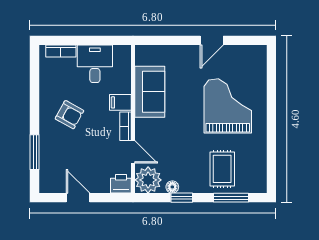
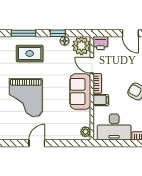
plant: (142, 57) -> (85, 132), added
desk: (95, 64) -> (114, 127), width x1.37
sofa: (150, 92) -> (80, 92), moved
rug: (222, 169) -> (30, 53), turned 90

